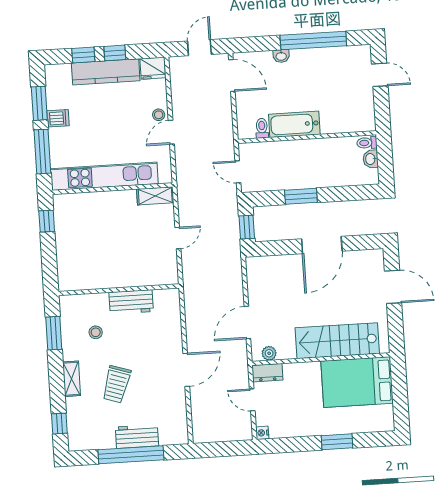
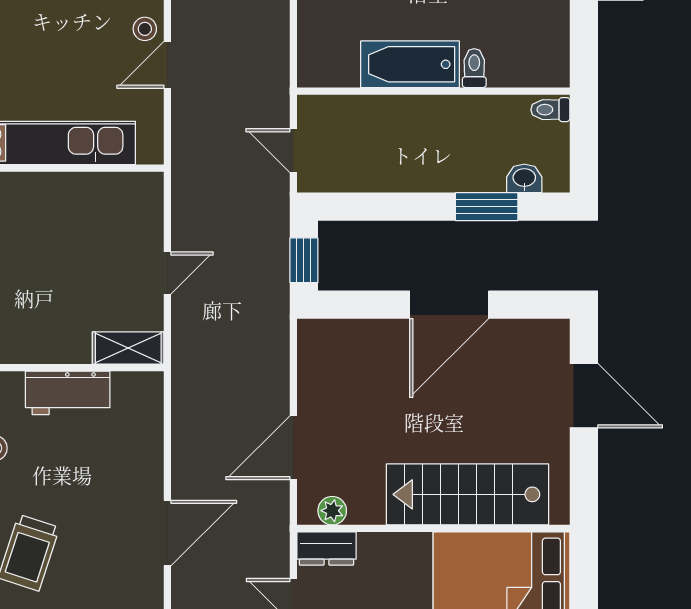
toilet: (262, 128) -> (474, 68), moved
washbasin: (371, 159) -> (524, 178), moved, turned 90
shelving: (155, 196) -> (128, 348), moved
window: (301, 196) -> (487, 207), moved

